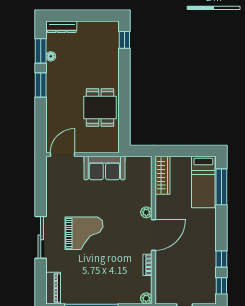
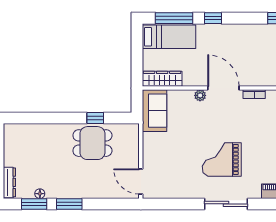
window: (124, 40) -> (95, 118), moved
sofa: (104, 168) -> (155, 111), moved
grand piano: (84, 233) -> (222, 159), turned -90
window: (221, 259) -> (213, 18), moved

